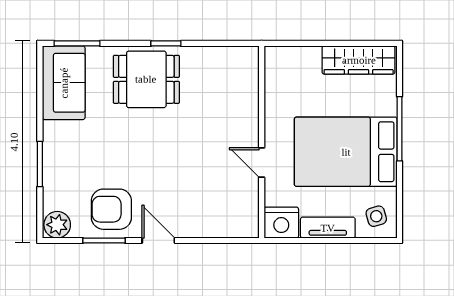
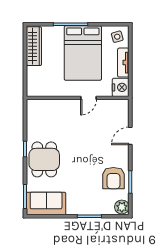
door: (158, 240) -> (130, 136), moved

